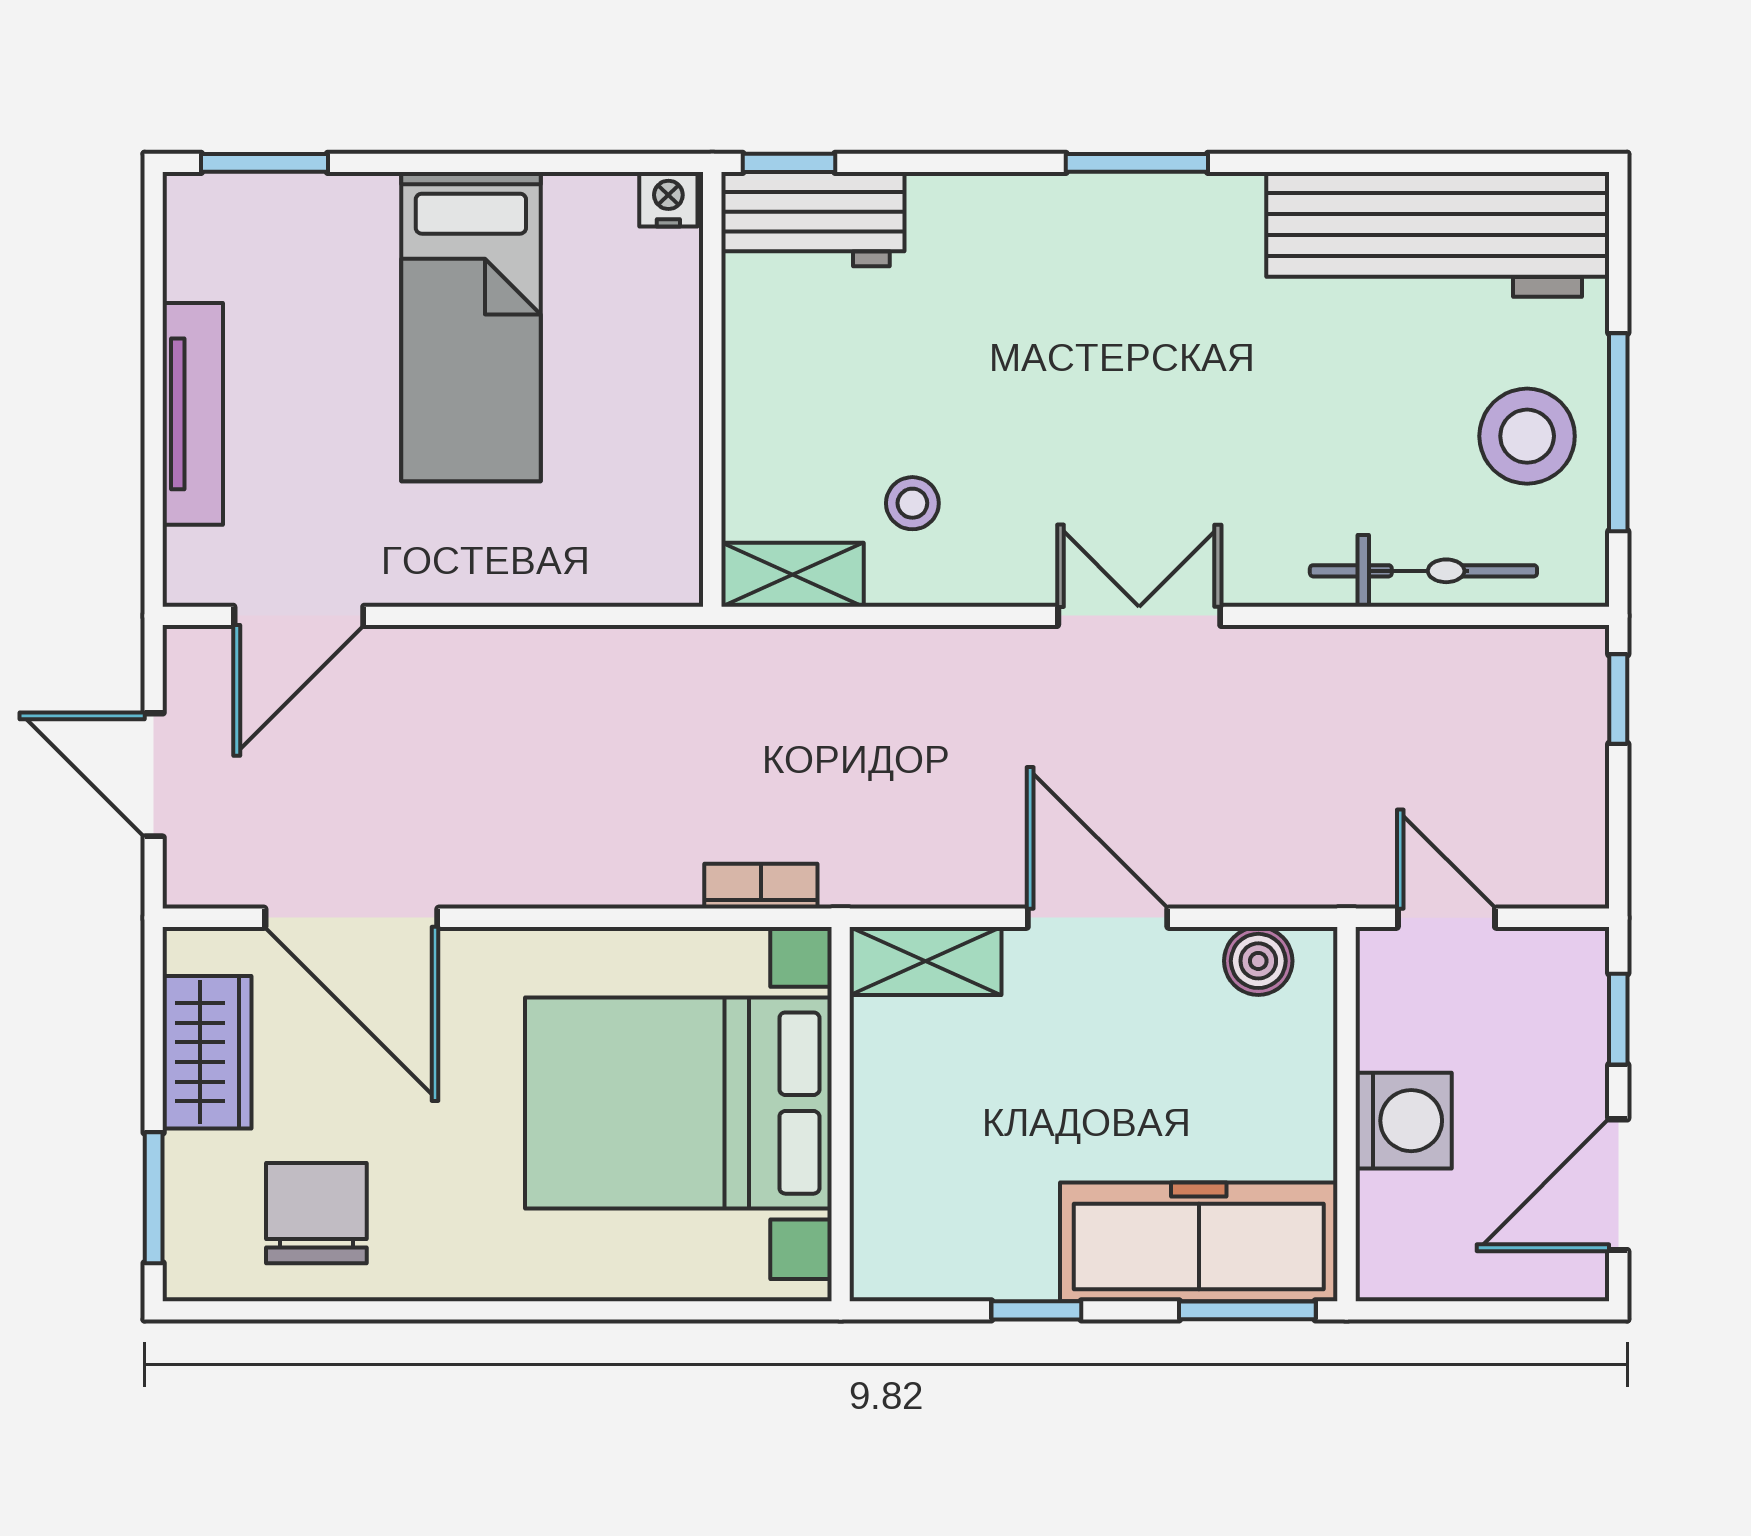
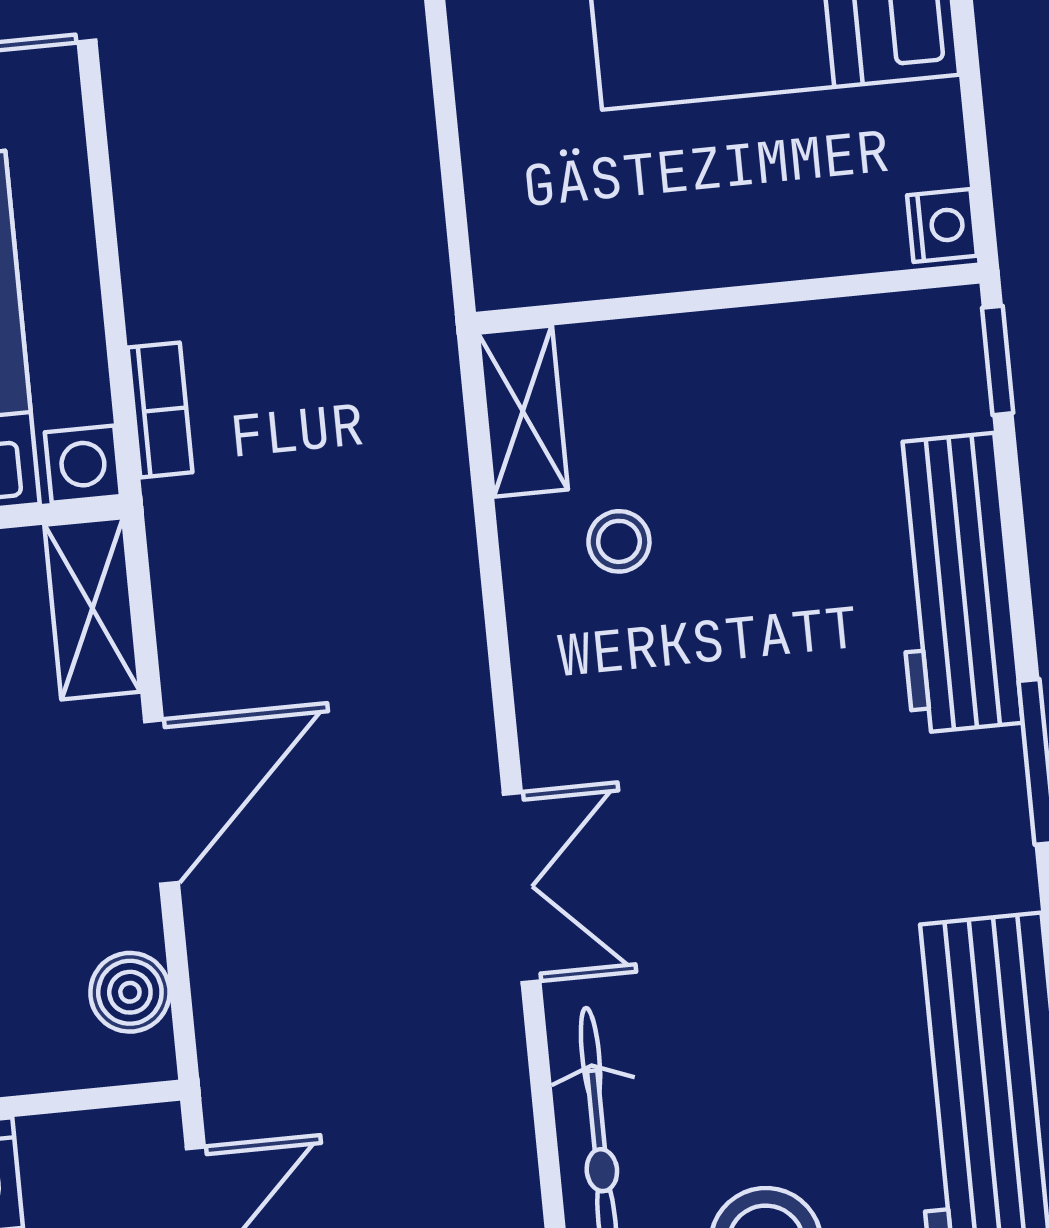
workbench: (813, 219) -> (954, 583), moved, width x1.38
double door: (1139, 616) -> (522, 887), moved

